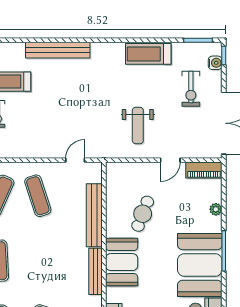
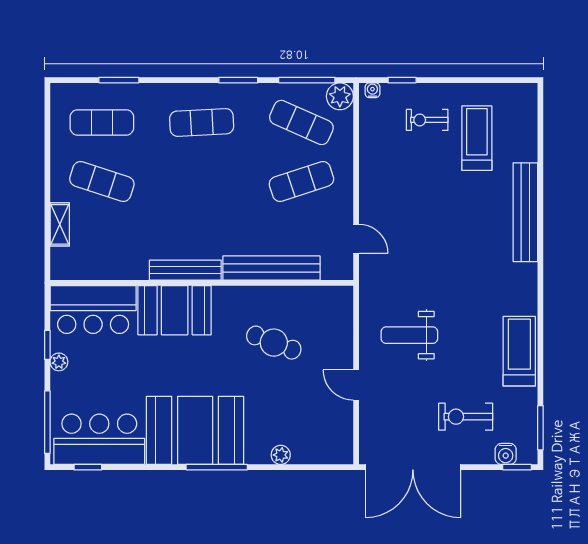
piano: (204, 170) -> (341, 437), removed
booth: (122, 262) -> (175, 310), moved

